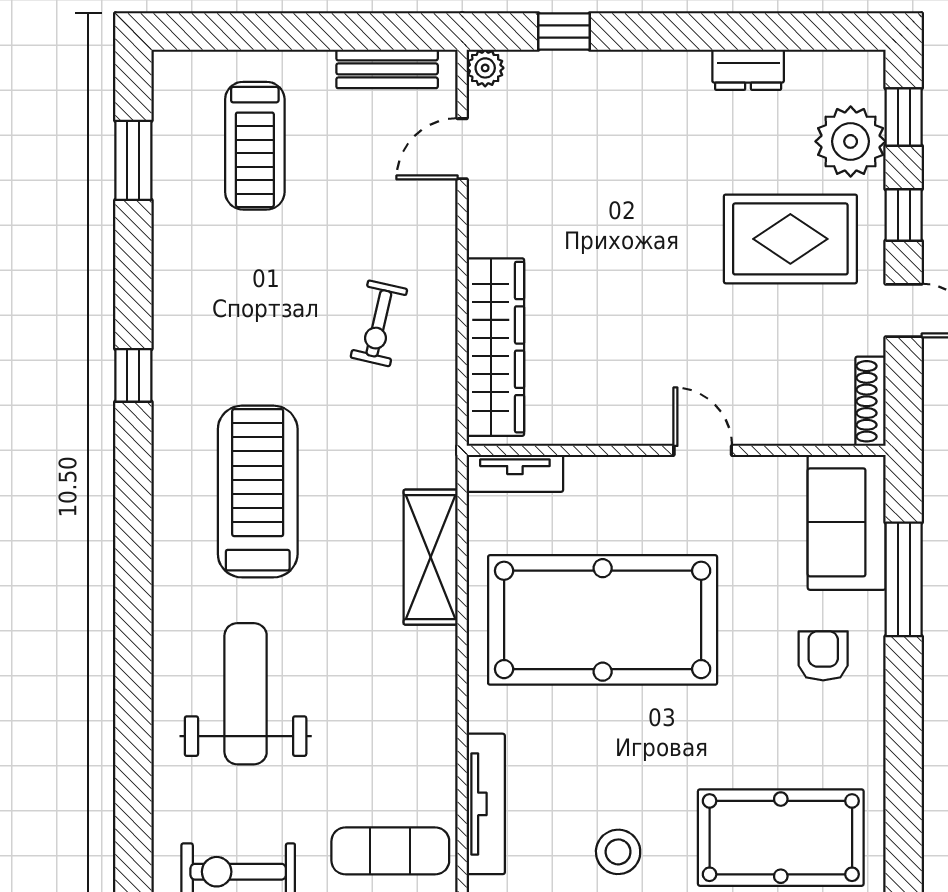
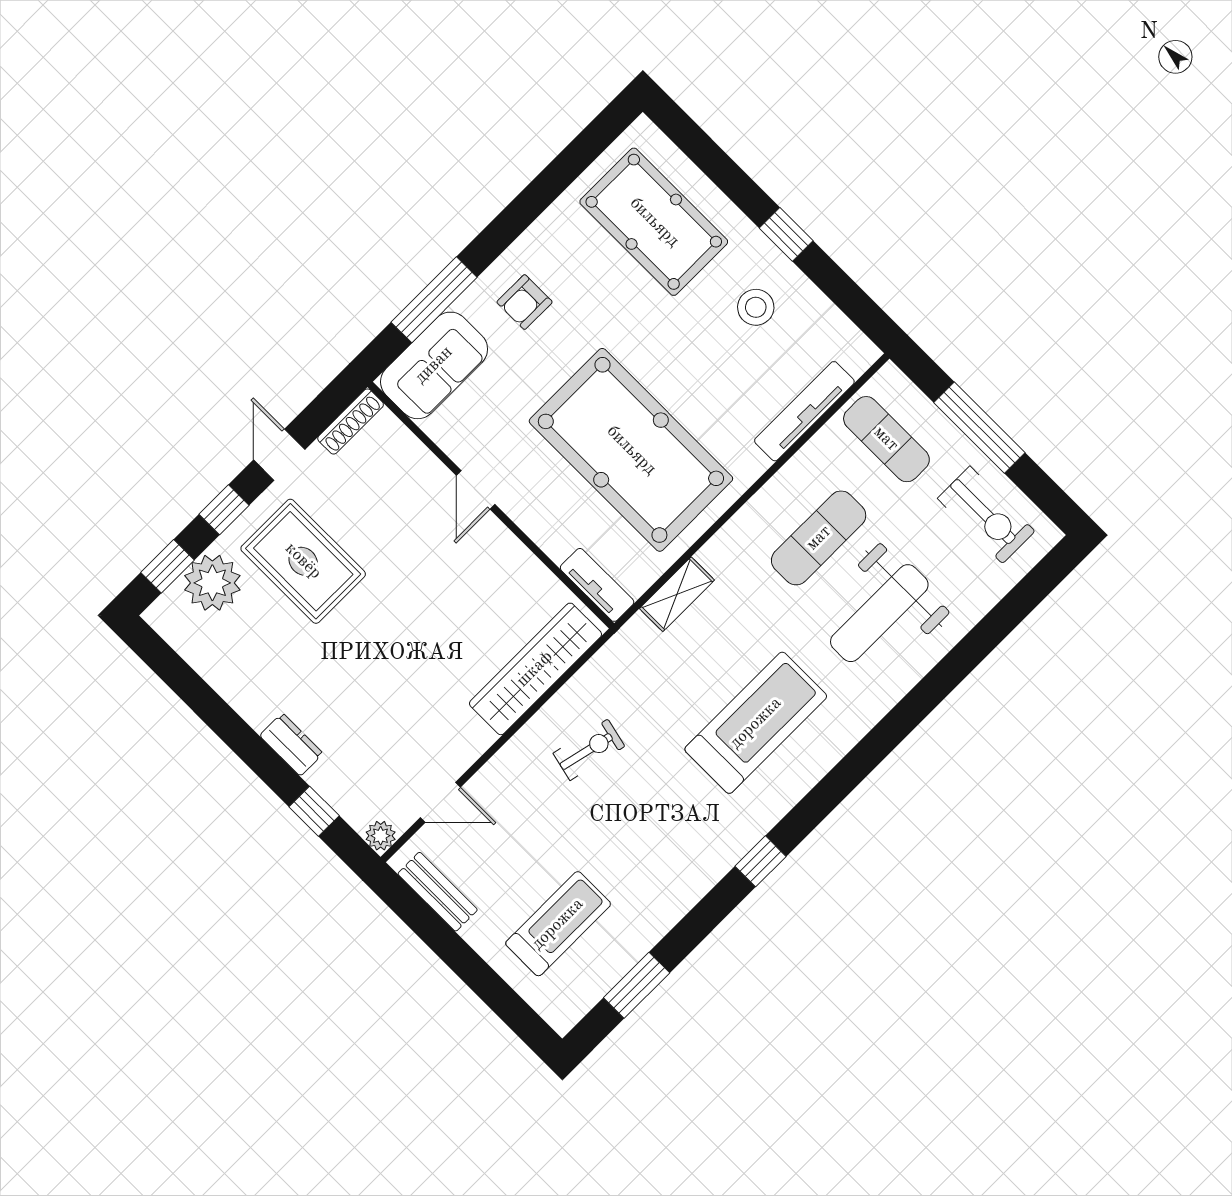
dresser: (748, 70) -> (291, 745), moved
treadmill: (258, 492) -> (756, 723), turned 180
shelving: (431, 557) -> (677, 594), width x0.67, depth x0.75
exercise mat: (363, 706) -> (819, 538), added

